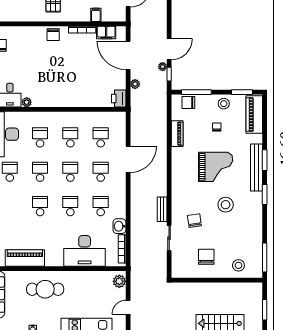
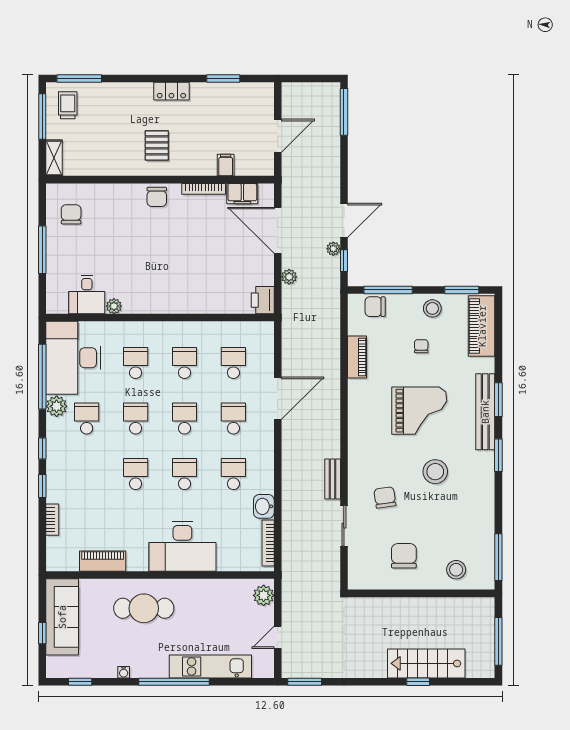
desk: (85, 251) -> (182, 546), moved
piano: (25, 258) -> (103, 561), width x0.73, depth x0.75
window: (265, 310) -> (498, 641), width x1.44

